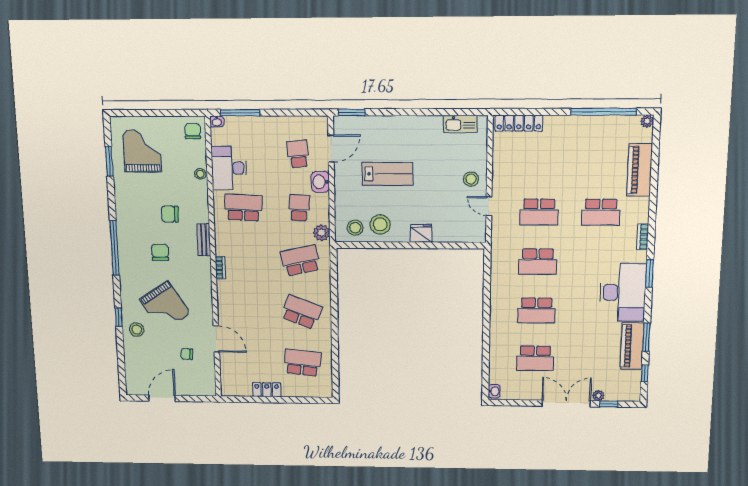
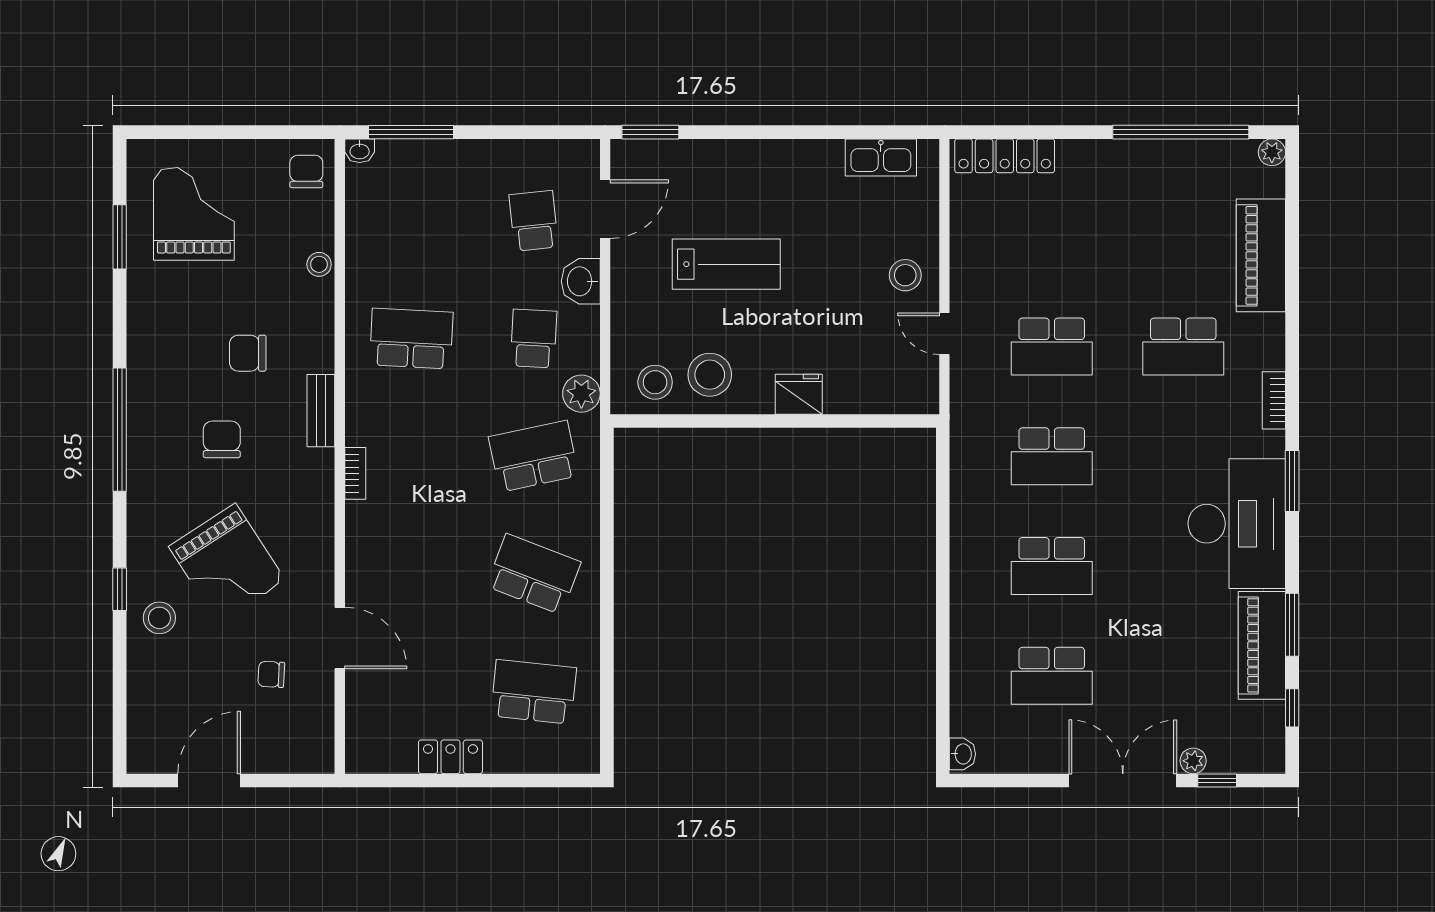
desk: (229, 168) -> (382, 251), removed

